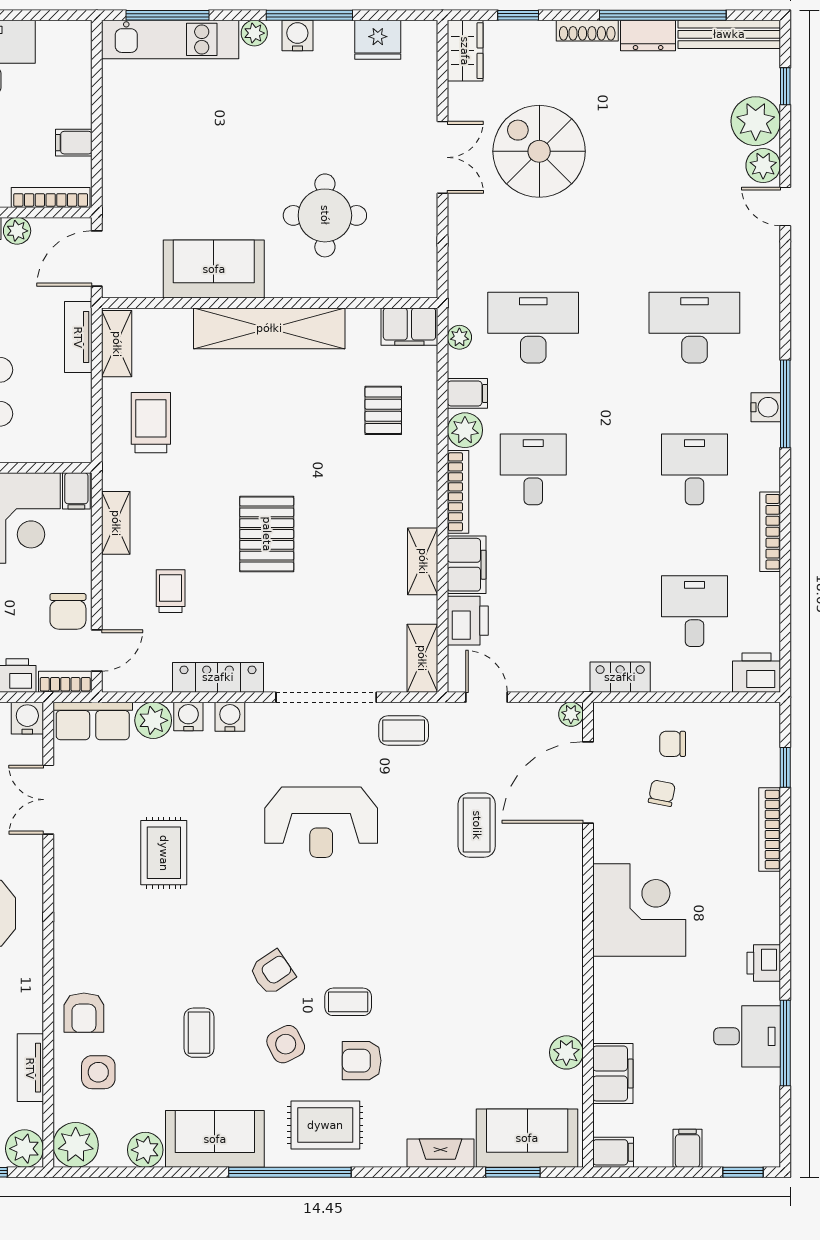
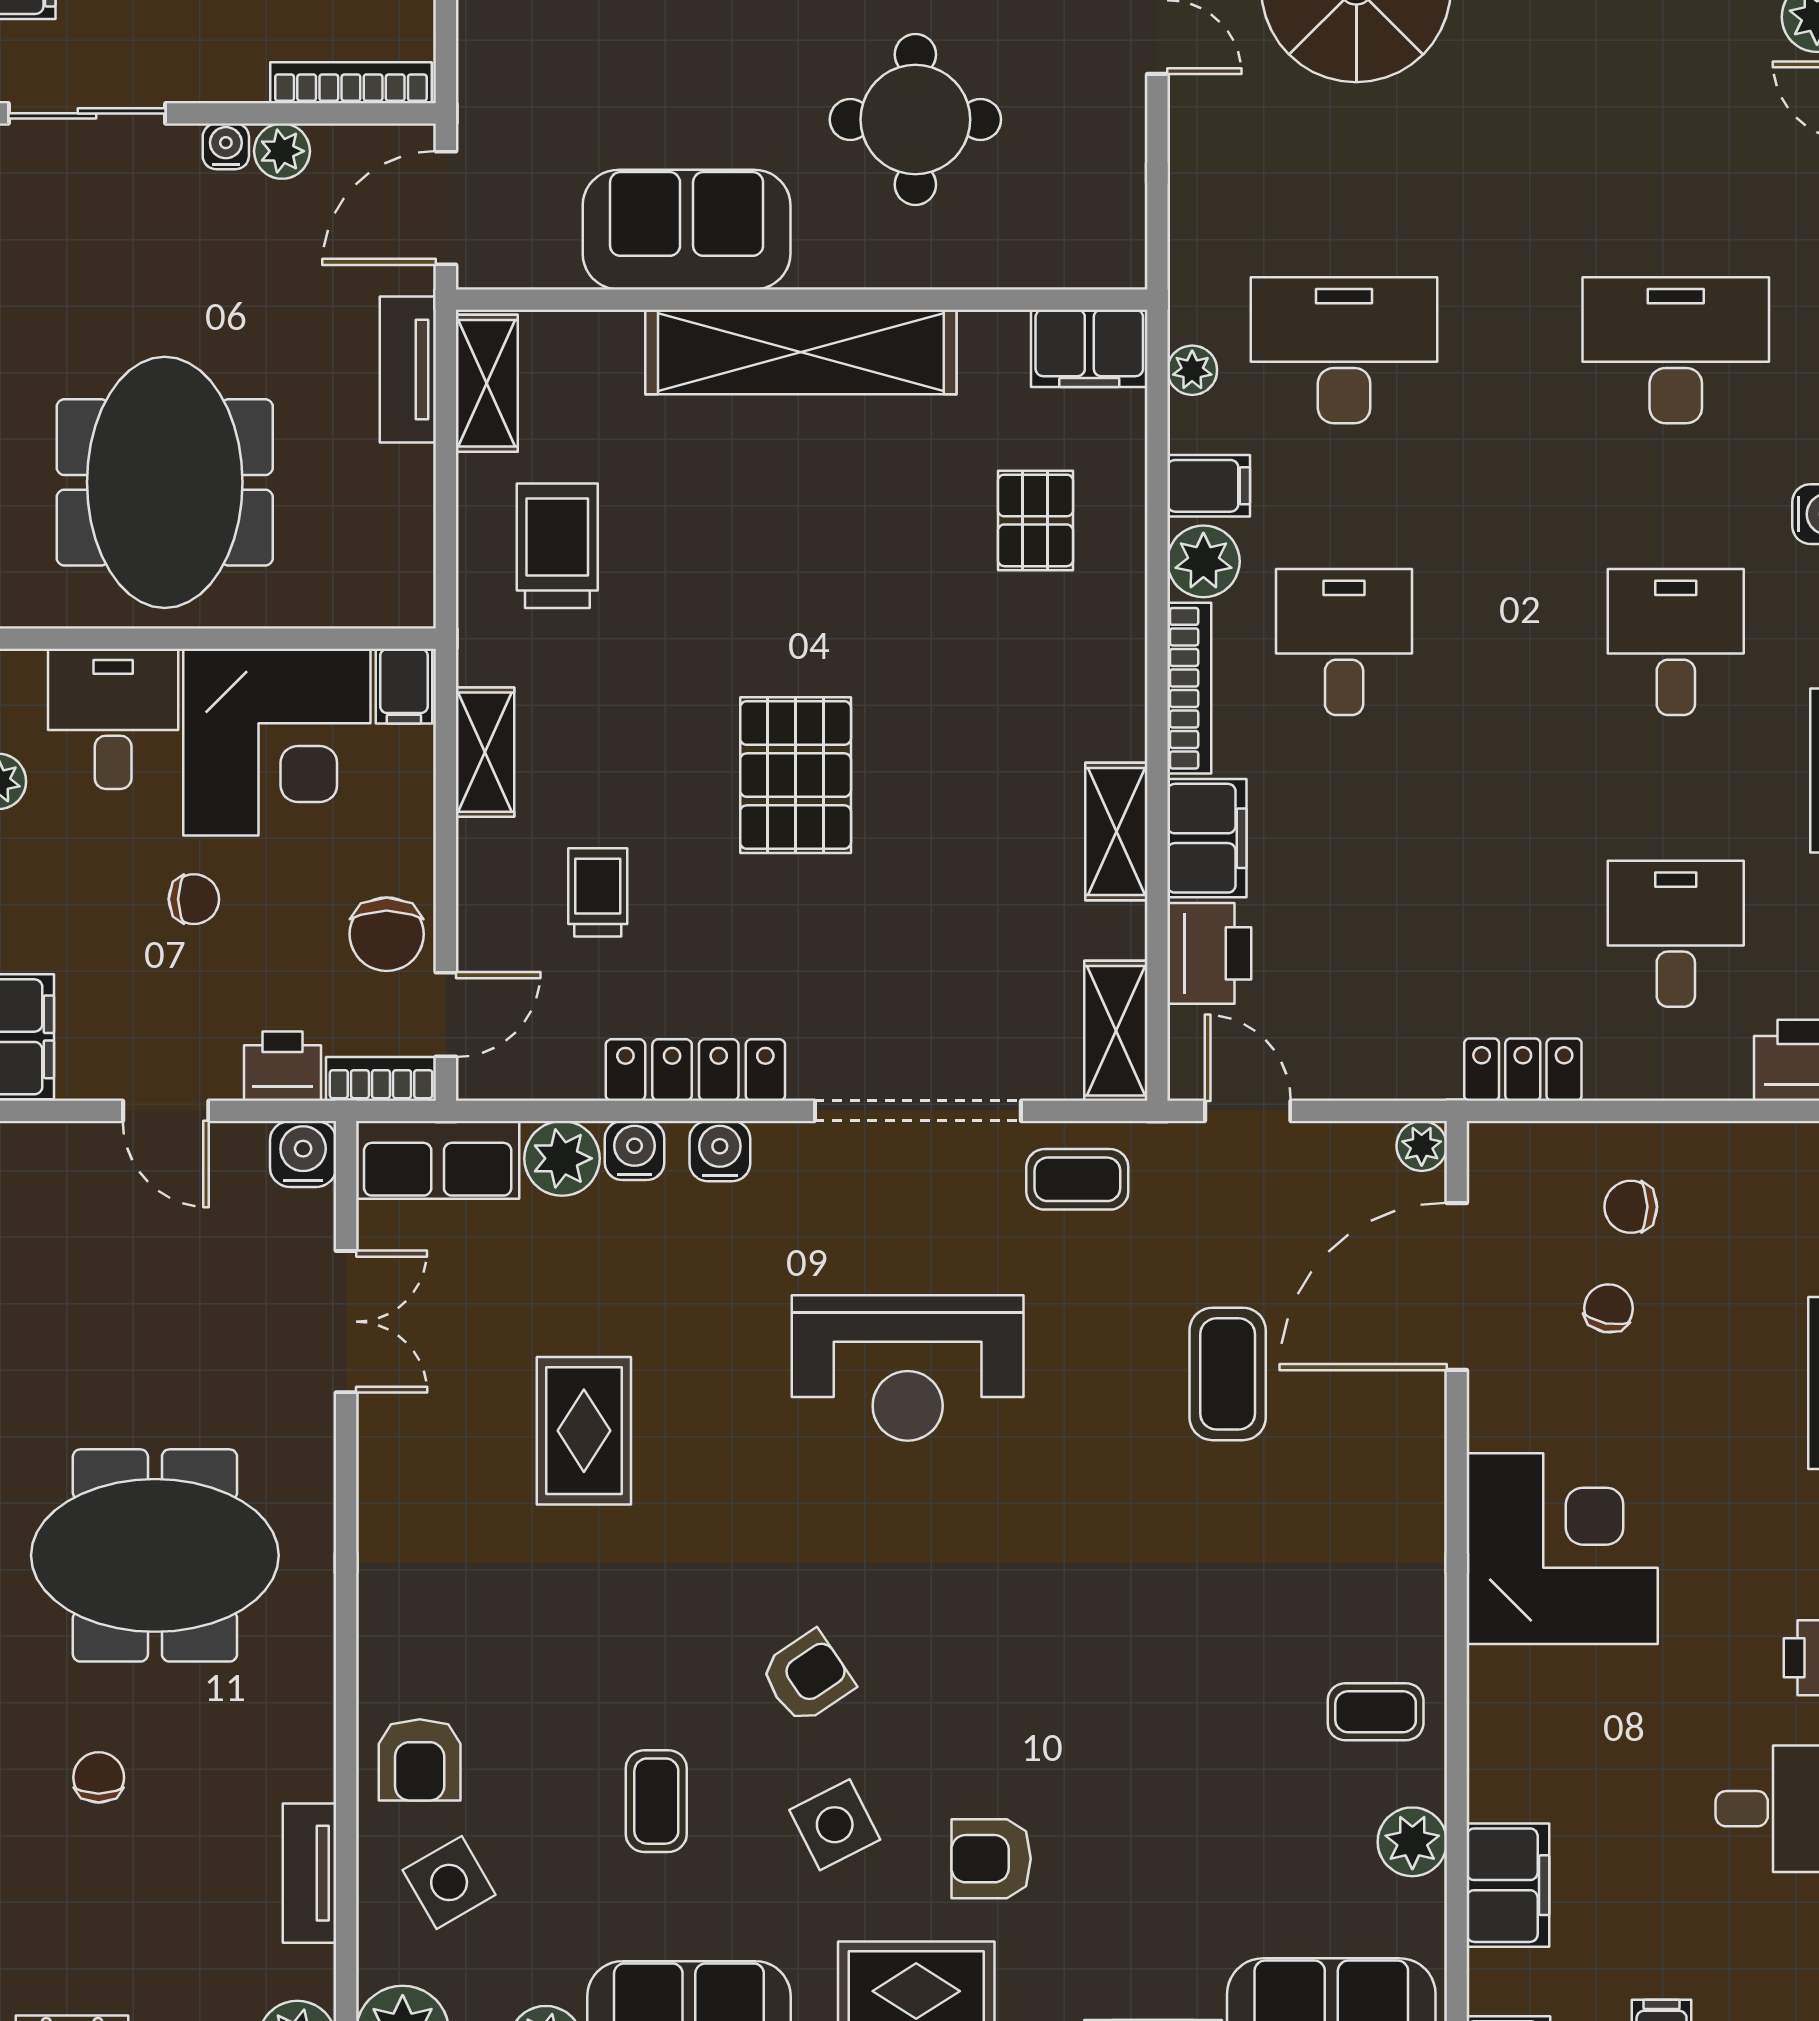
double door: (48, 800) -> (346, 1322), swing flipped
coffee table: (348, 1002) -> (1376, 1712), moved
side table: (98, 1072) -> (449, 1882), turned -30

